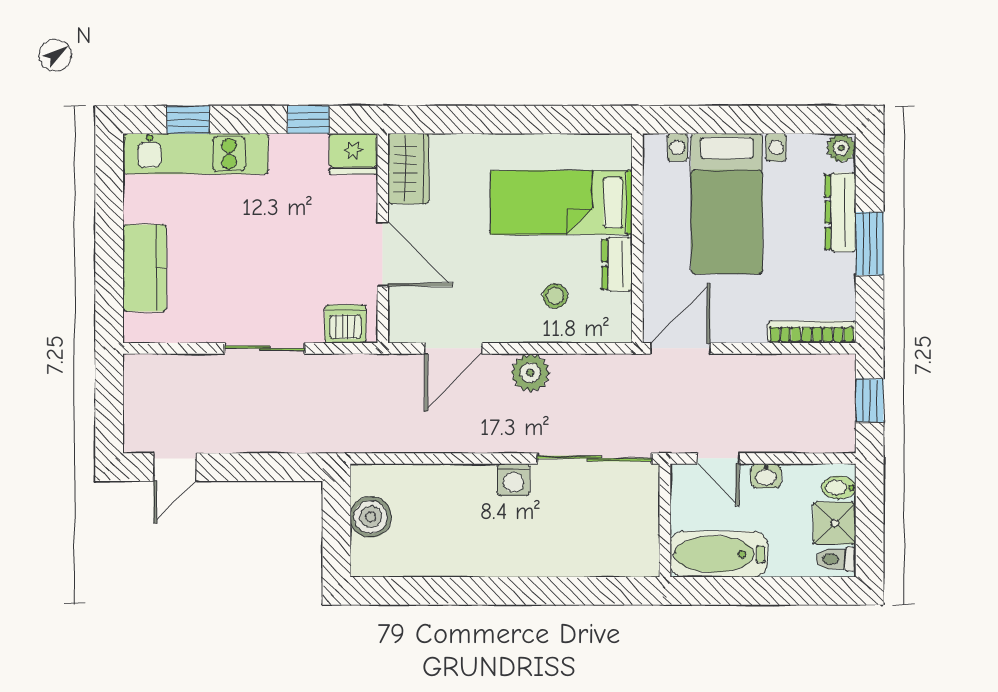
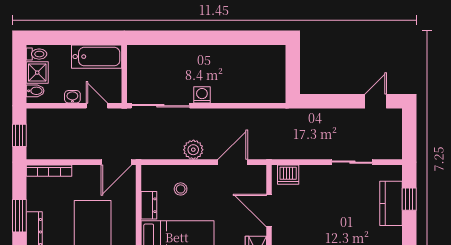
window: (109, 276) -> (409, 199), added
sliding door: (265, 348) -> (352, 162), moved
boiler: (371, 517) -> (275, 76), removed

